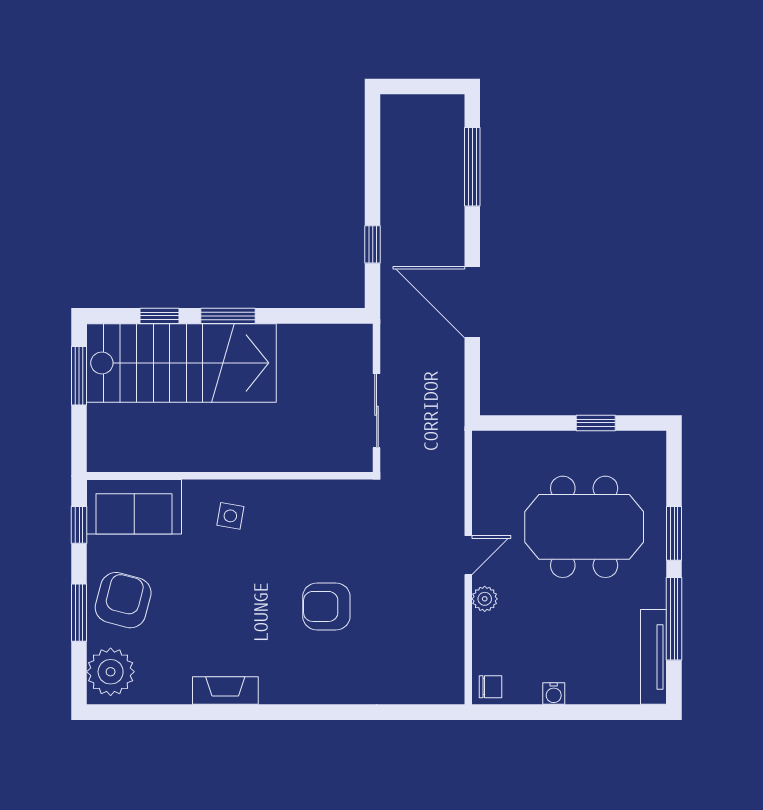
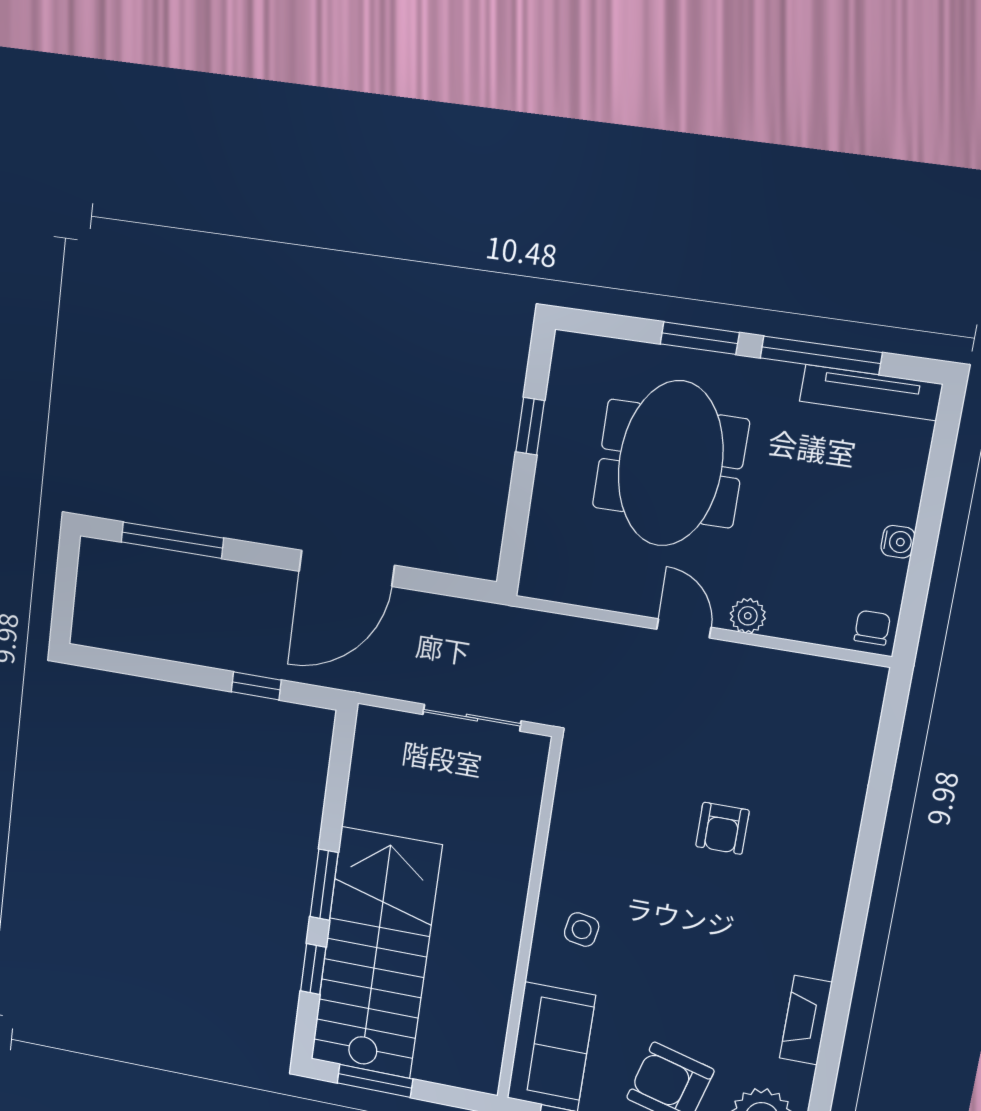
armchair: (326, 606) -> (722, 828), width x0.72, depth x0.72
fireplace: (225, 690) -> (806, 1020), moved

